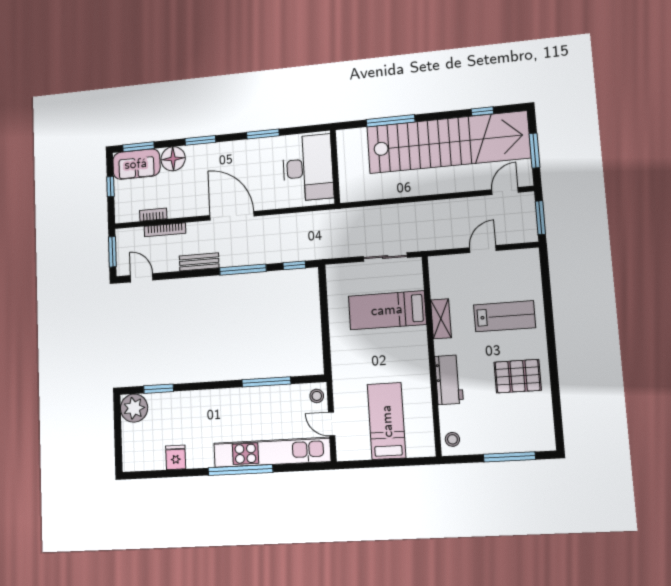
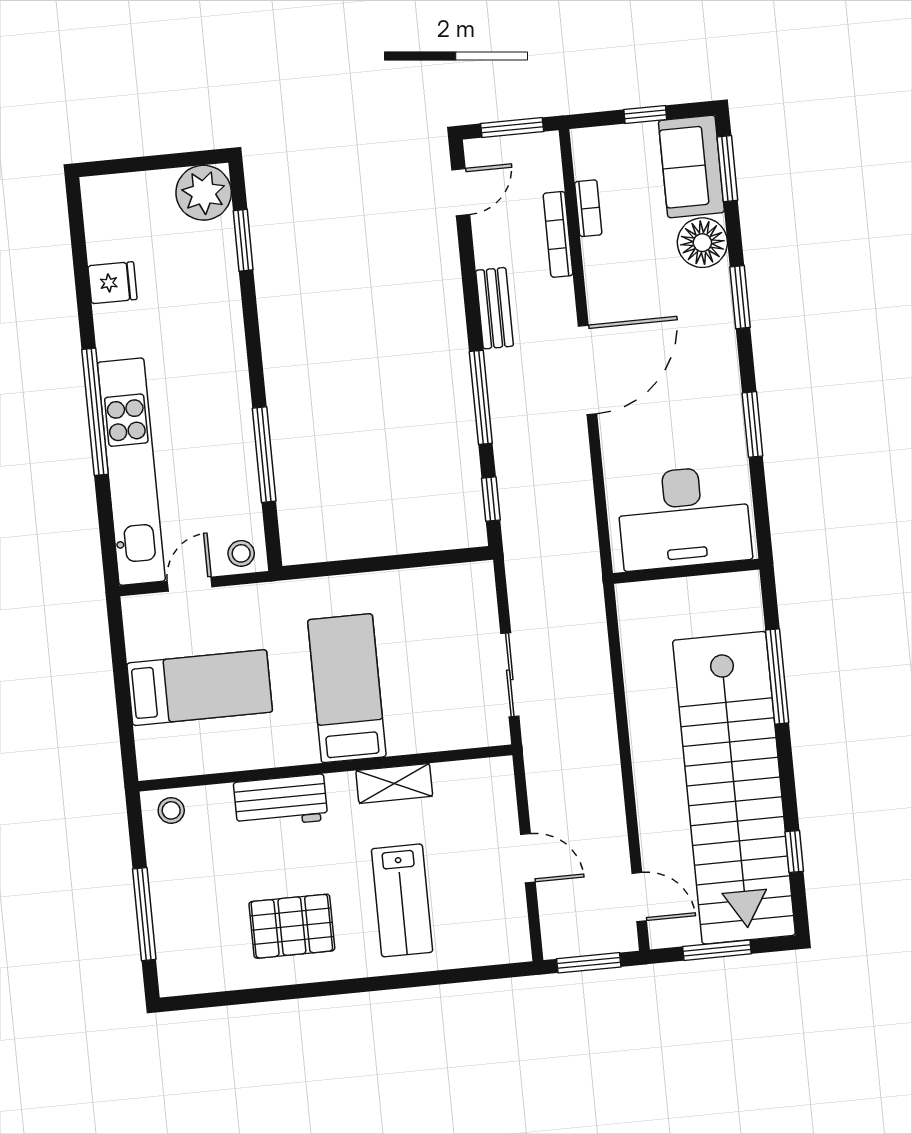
bed: (387, 310) -> (347, 688), moved
pallet: (518, 376) -> (292, 926), turned 90

